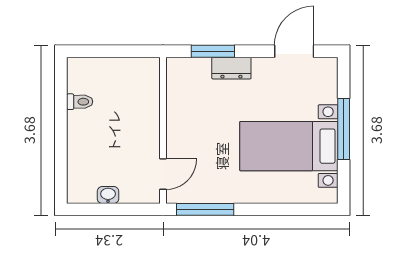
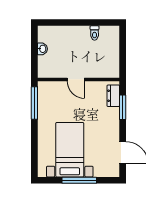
dresser: (231, 68) -> (113, 96), moved
door: (163, 174) -> (76, 79), moved

